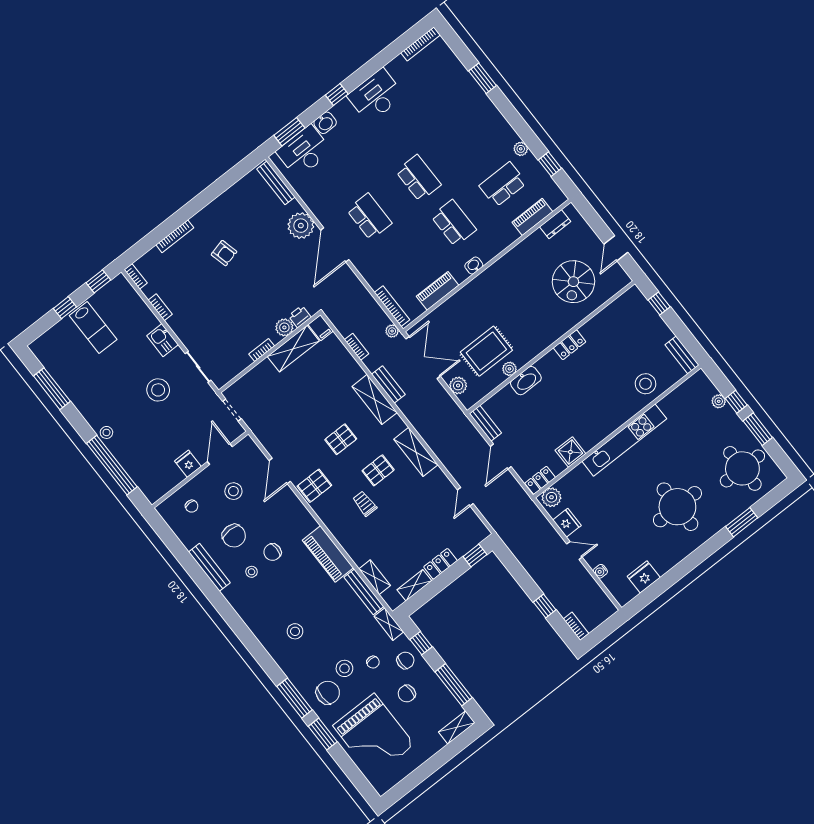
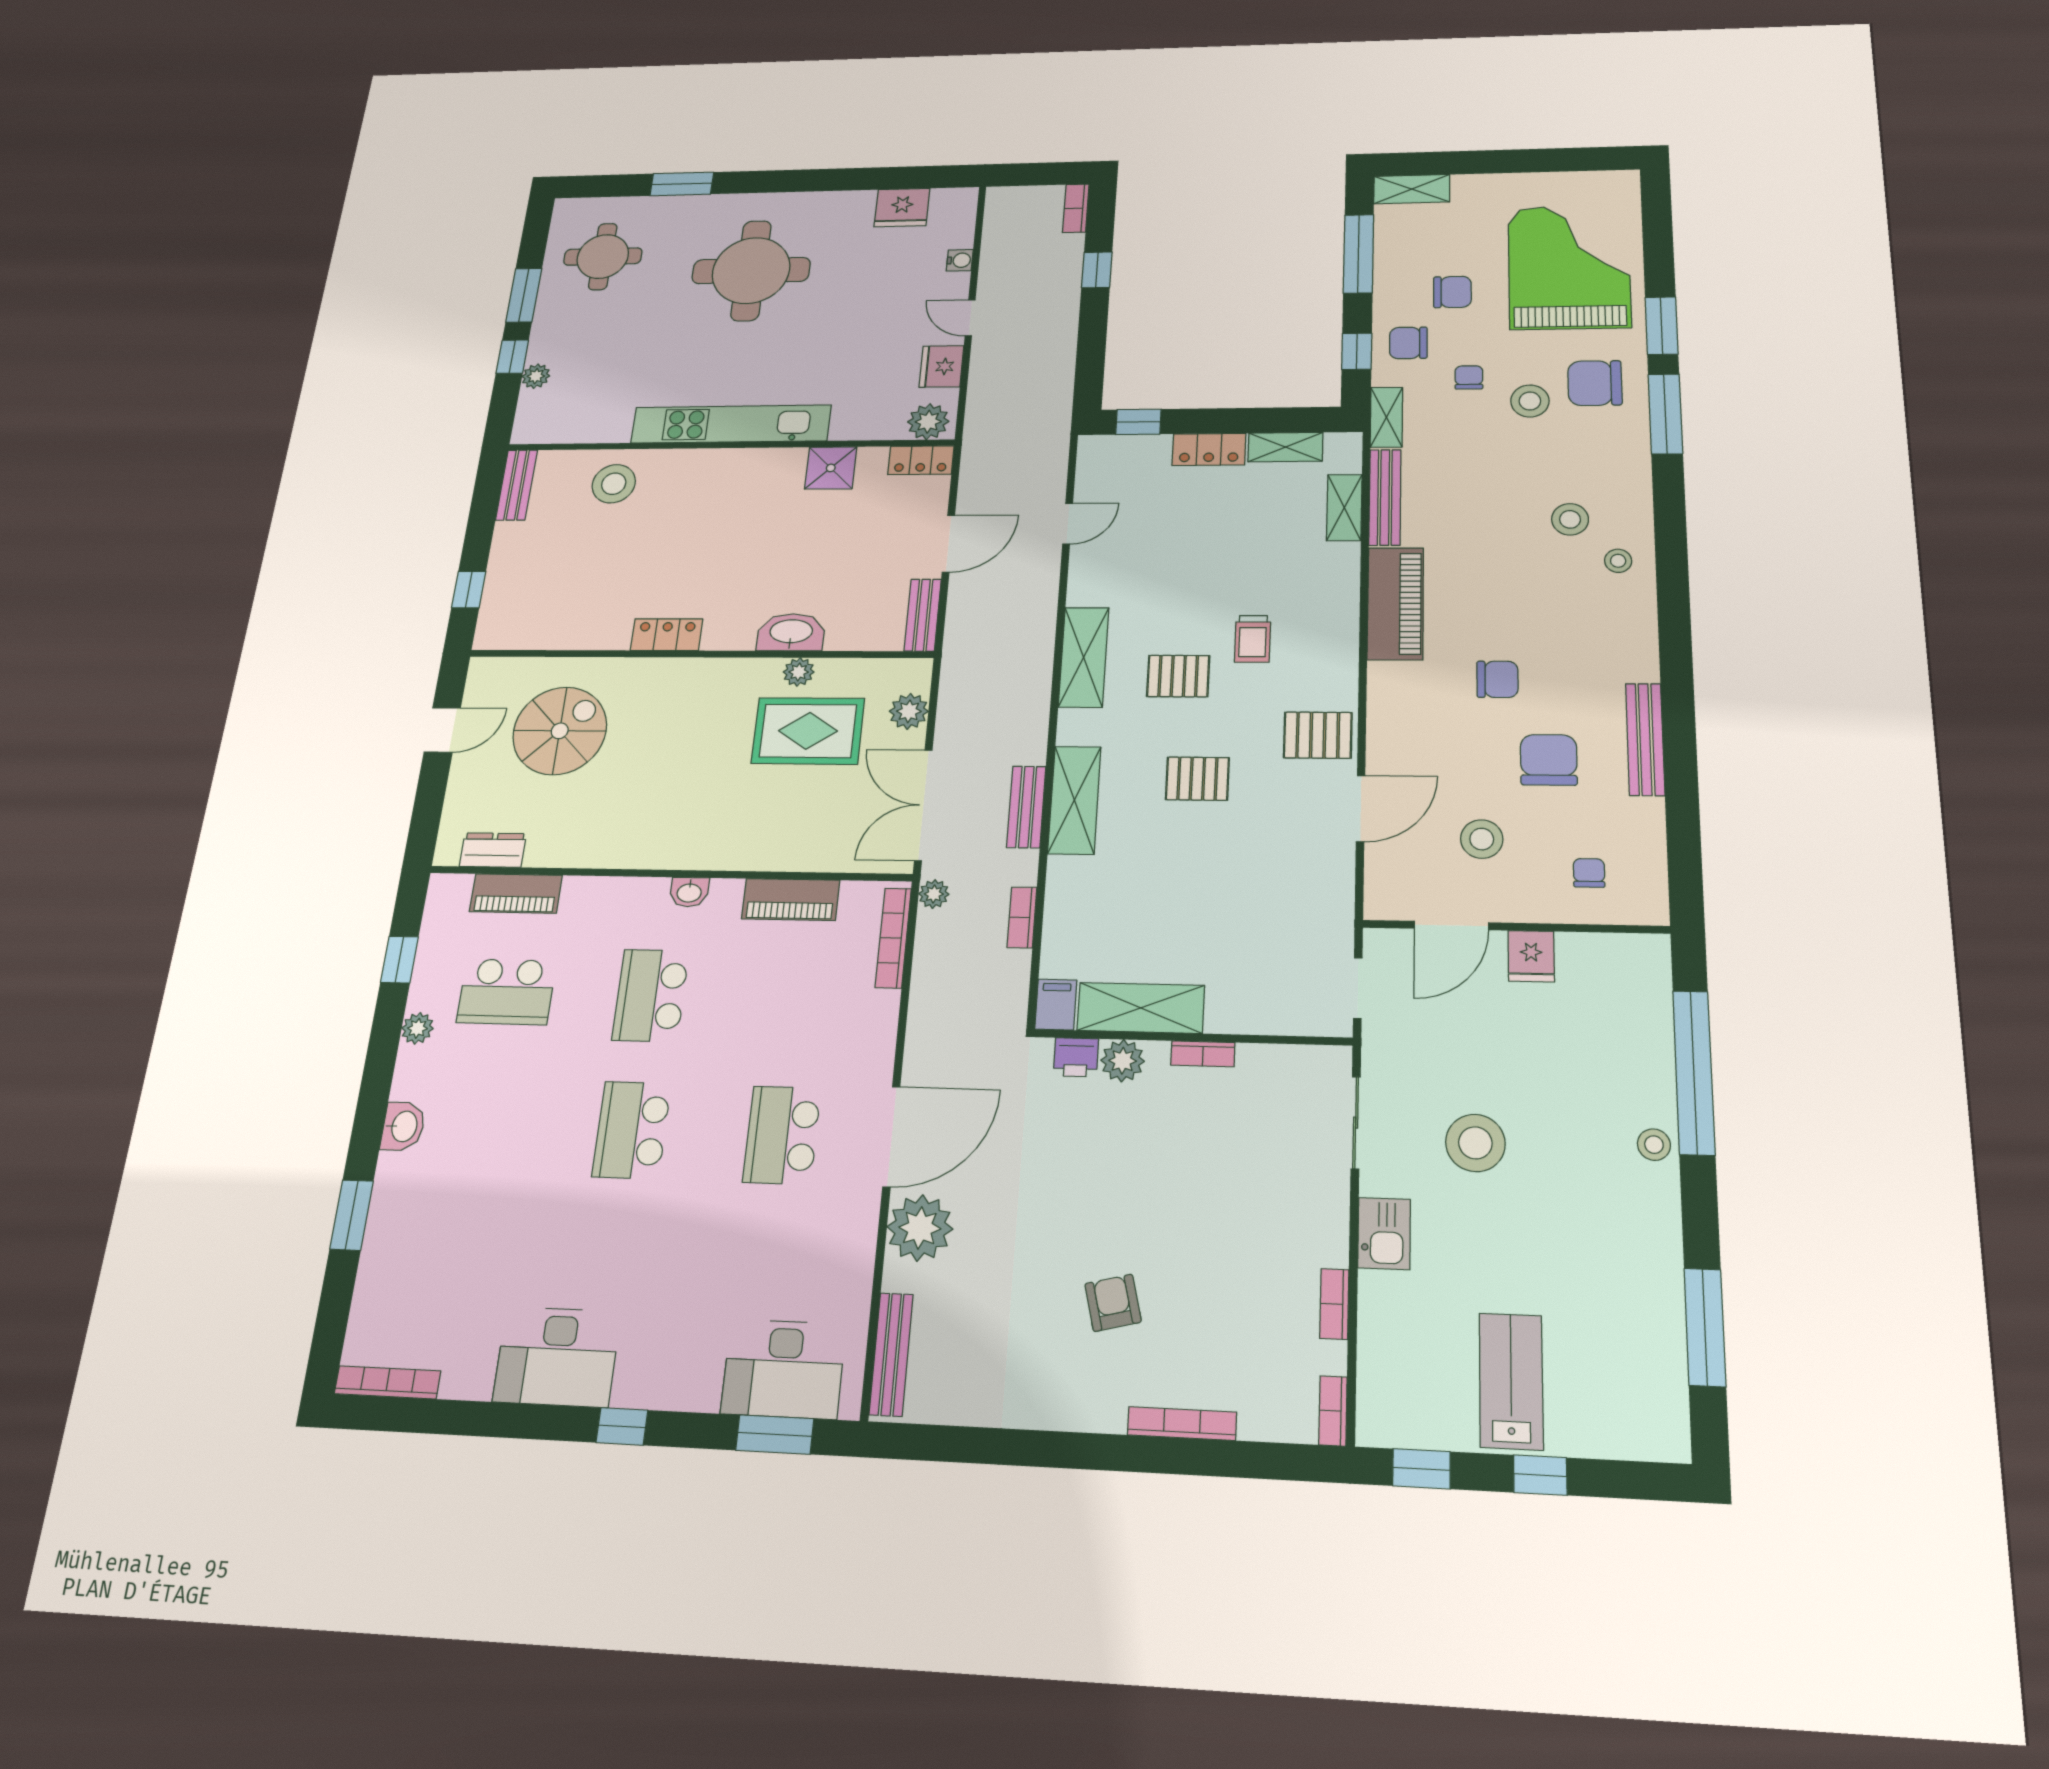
washbasin: (325, 123) -> (403, 1126), moved, turned 90
round table: (742, 468) -> (603, 257), width x0.73, depth x0.73
stool: (252, 572) -> (1618, 561), moved

